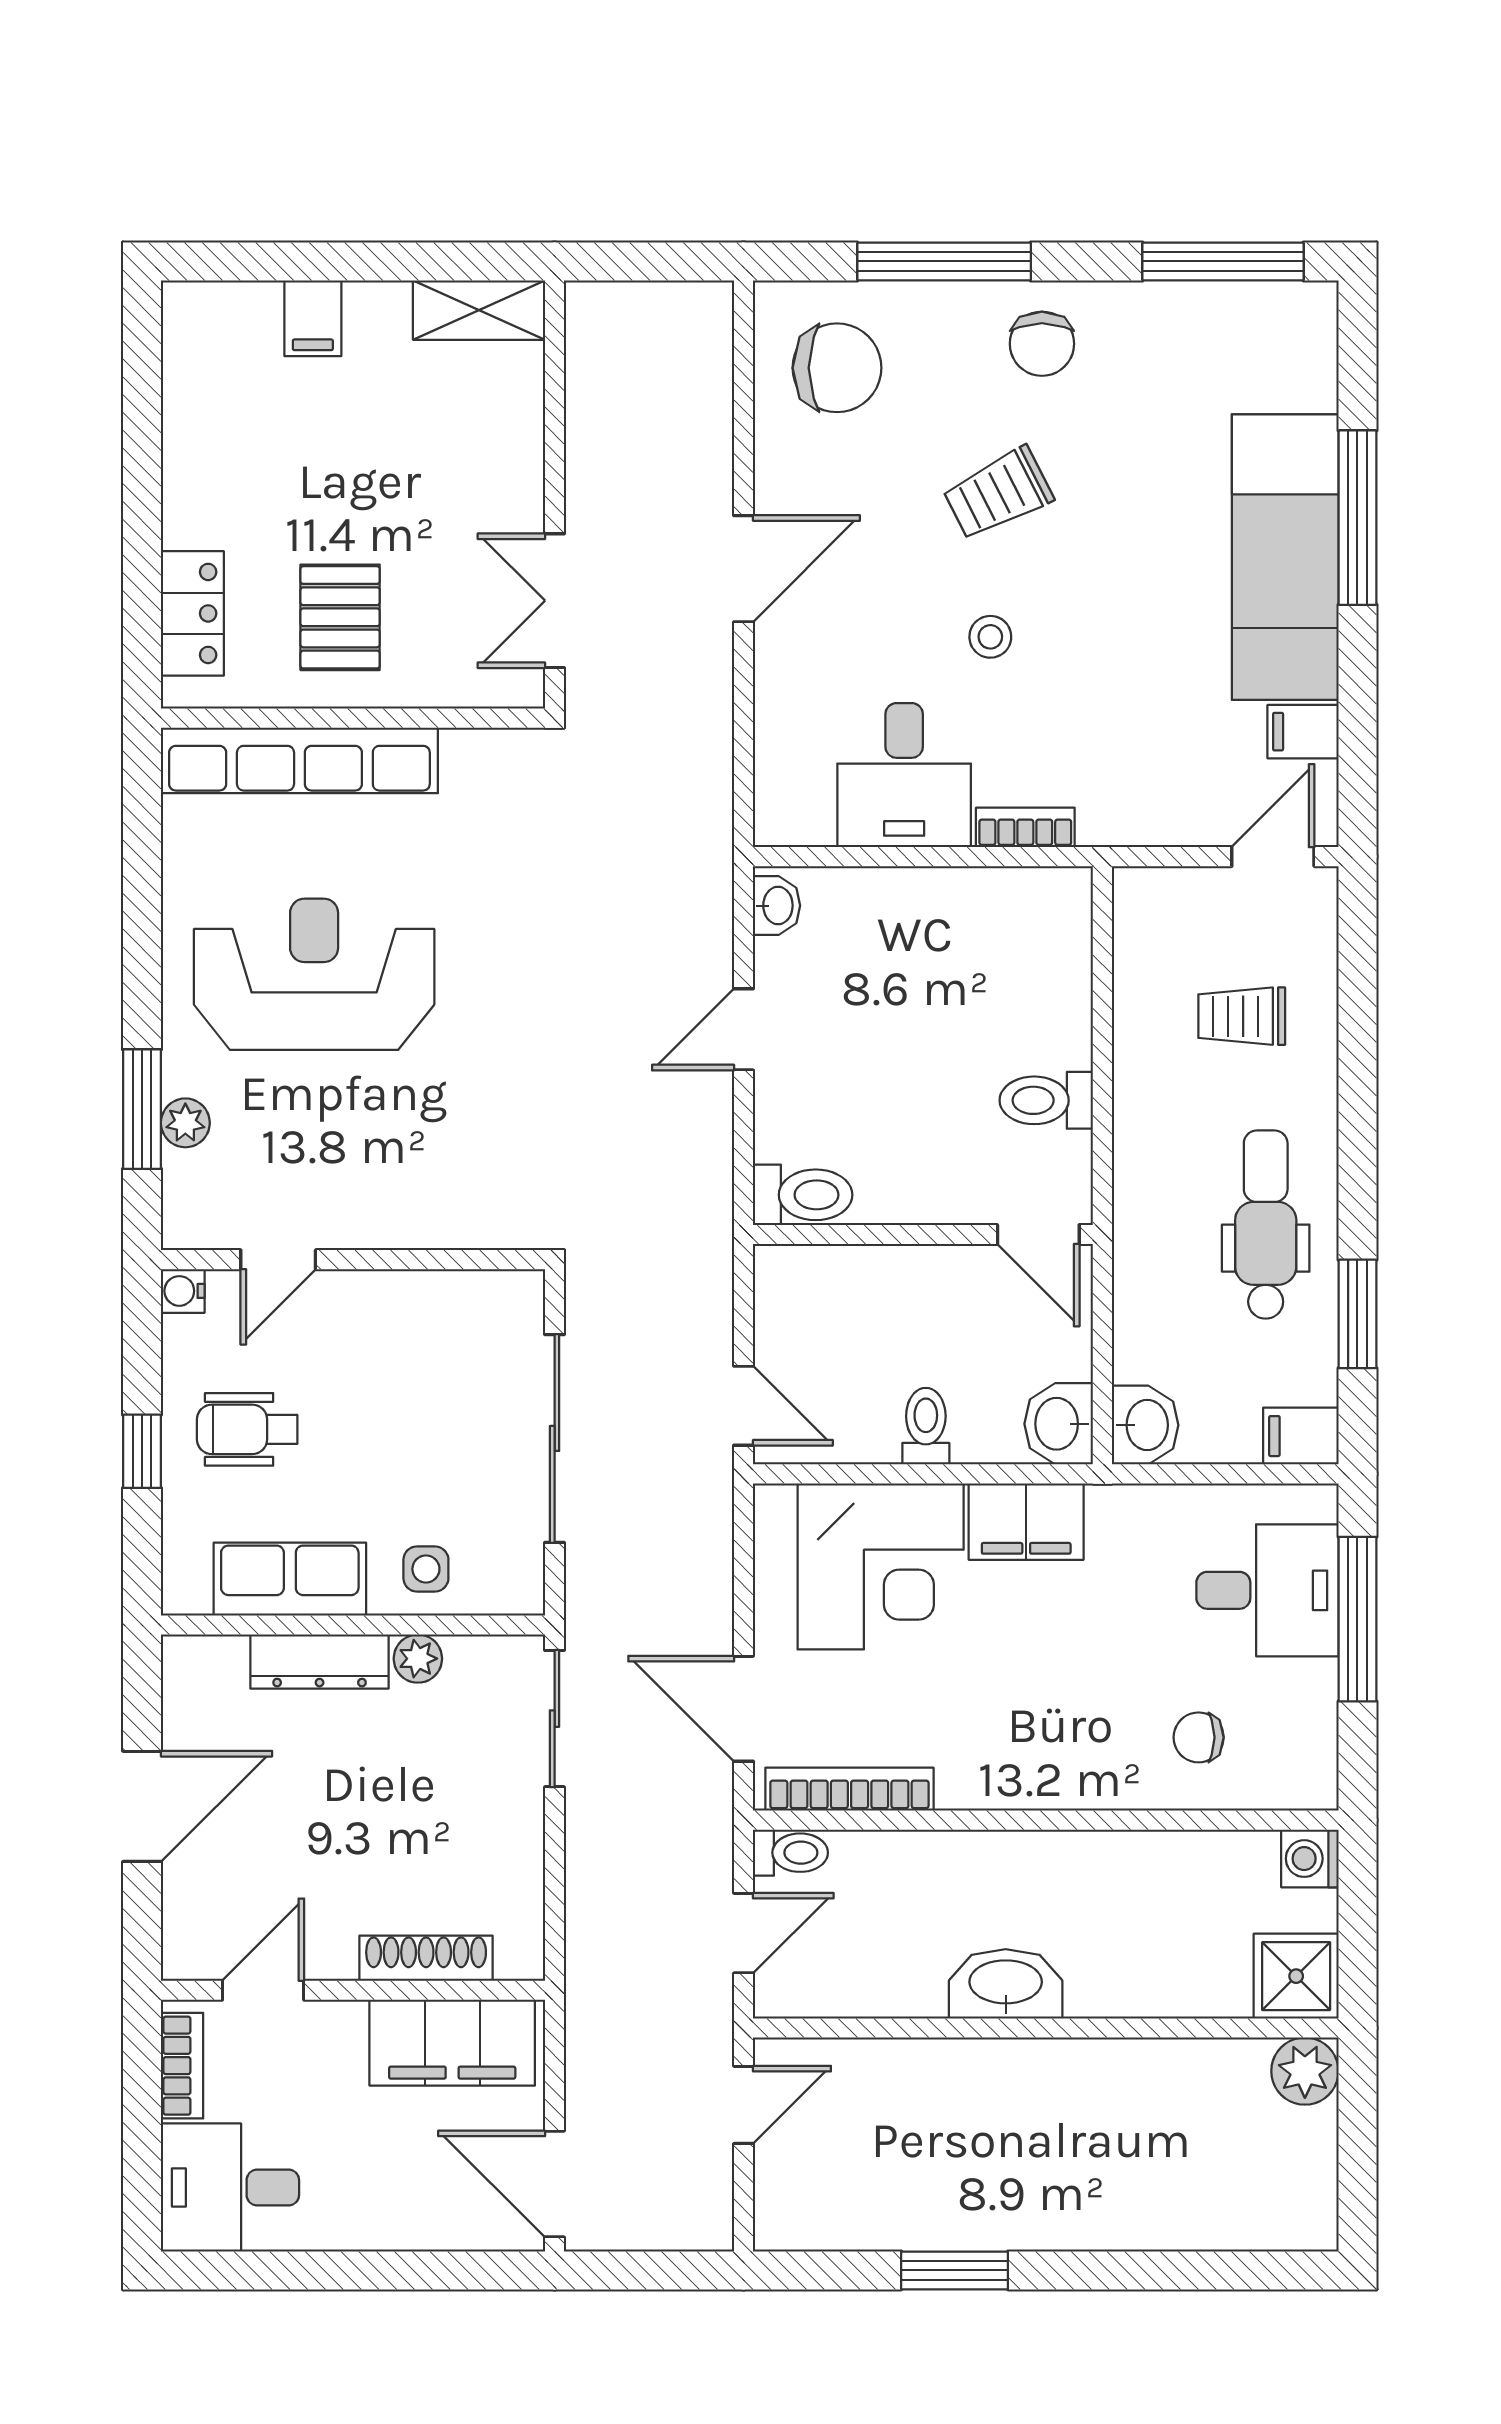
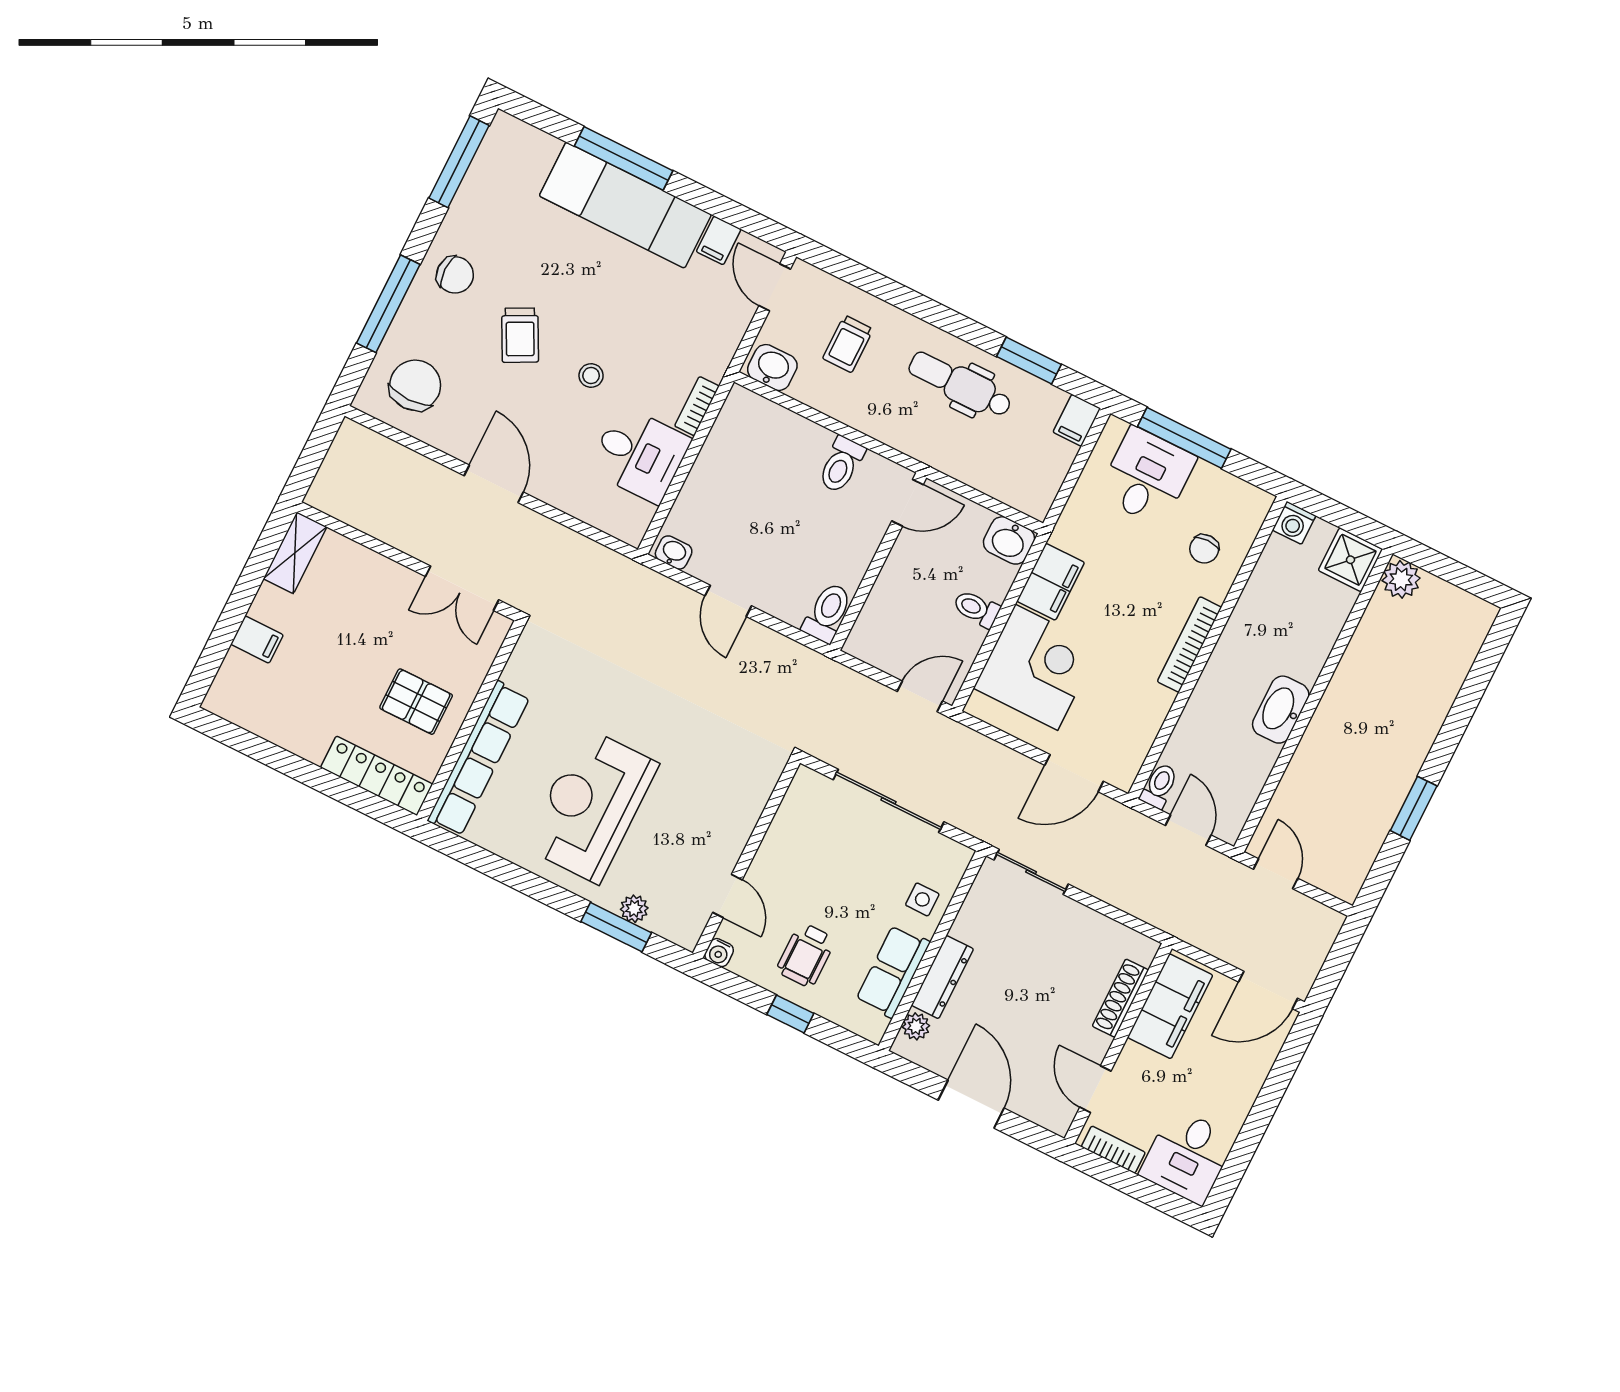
locker: (192, 613) -> (377, 776), width x1.53
washbasin: (1145, 1425) -> (772, 367), moved
plant: (418, 1659) -> (916, 1026), moved
bookcase: (849, 1789) -> (1189, 644), moved

